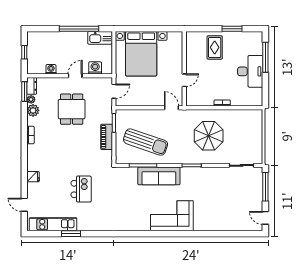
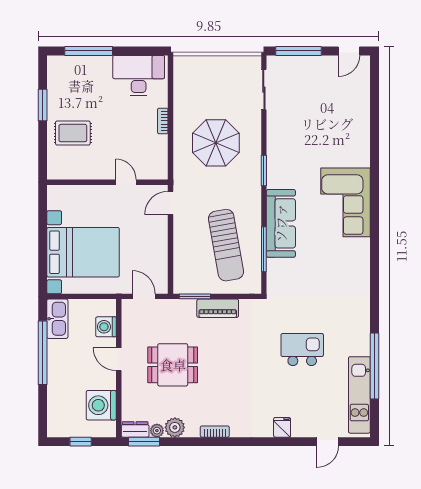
washing machine: (51, 69) -> (101, 405), width x1.89, depth x1.89
desk: (250, 71) -> (139, 76), moved
sun lounger: (146, 142) -> (226, 245), turned 151
window: (71, 234) -> (374, 366), width x2.11

